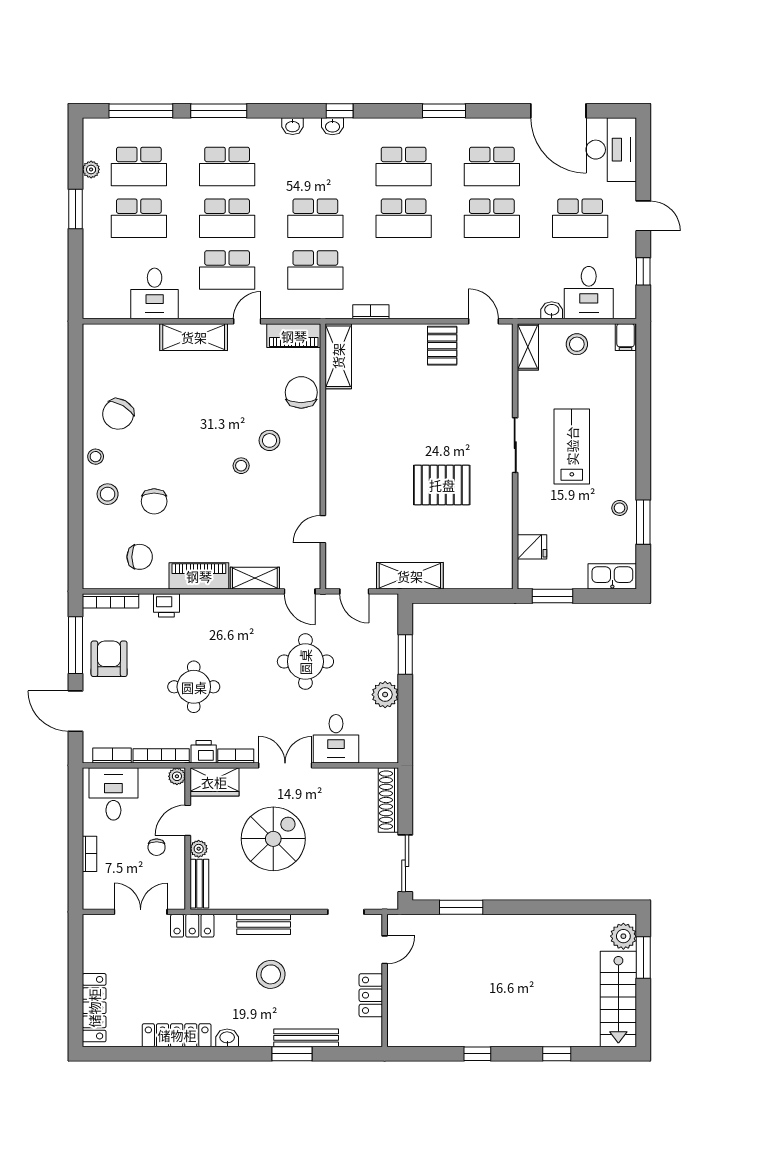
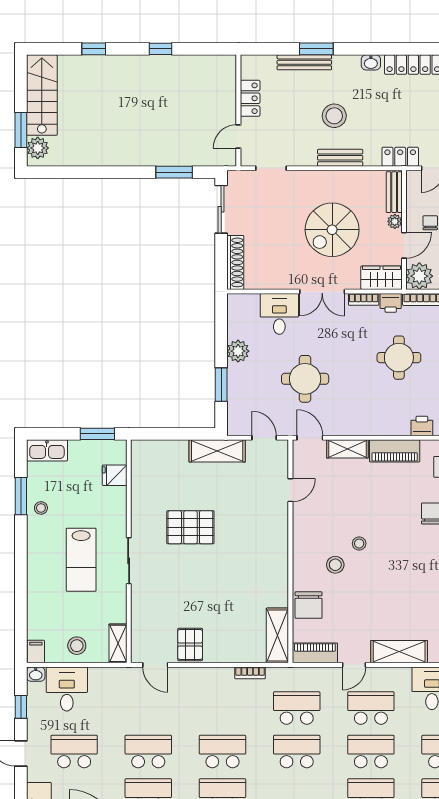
washbasin: (552, 310) -> (36, 674), moved
plant: (177, 776) -> (419, 276), width x1.87, depth x1.87

